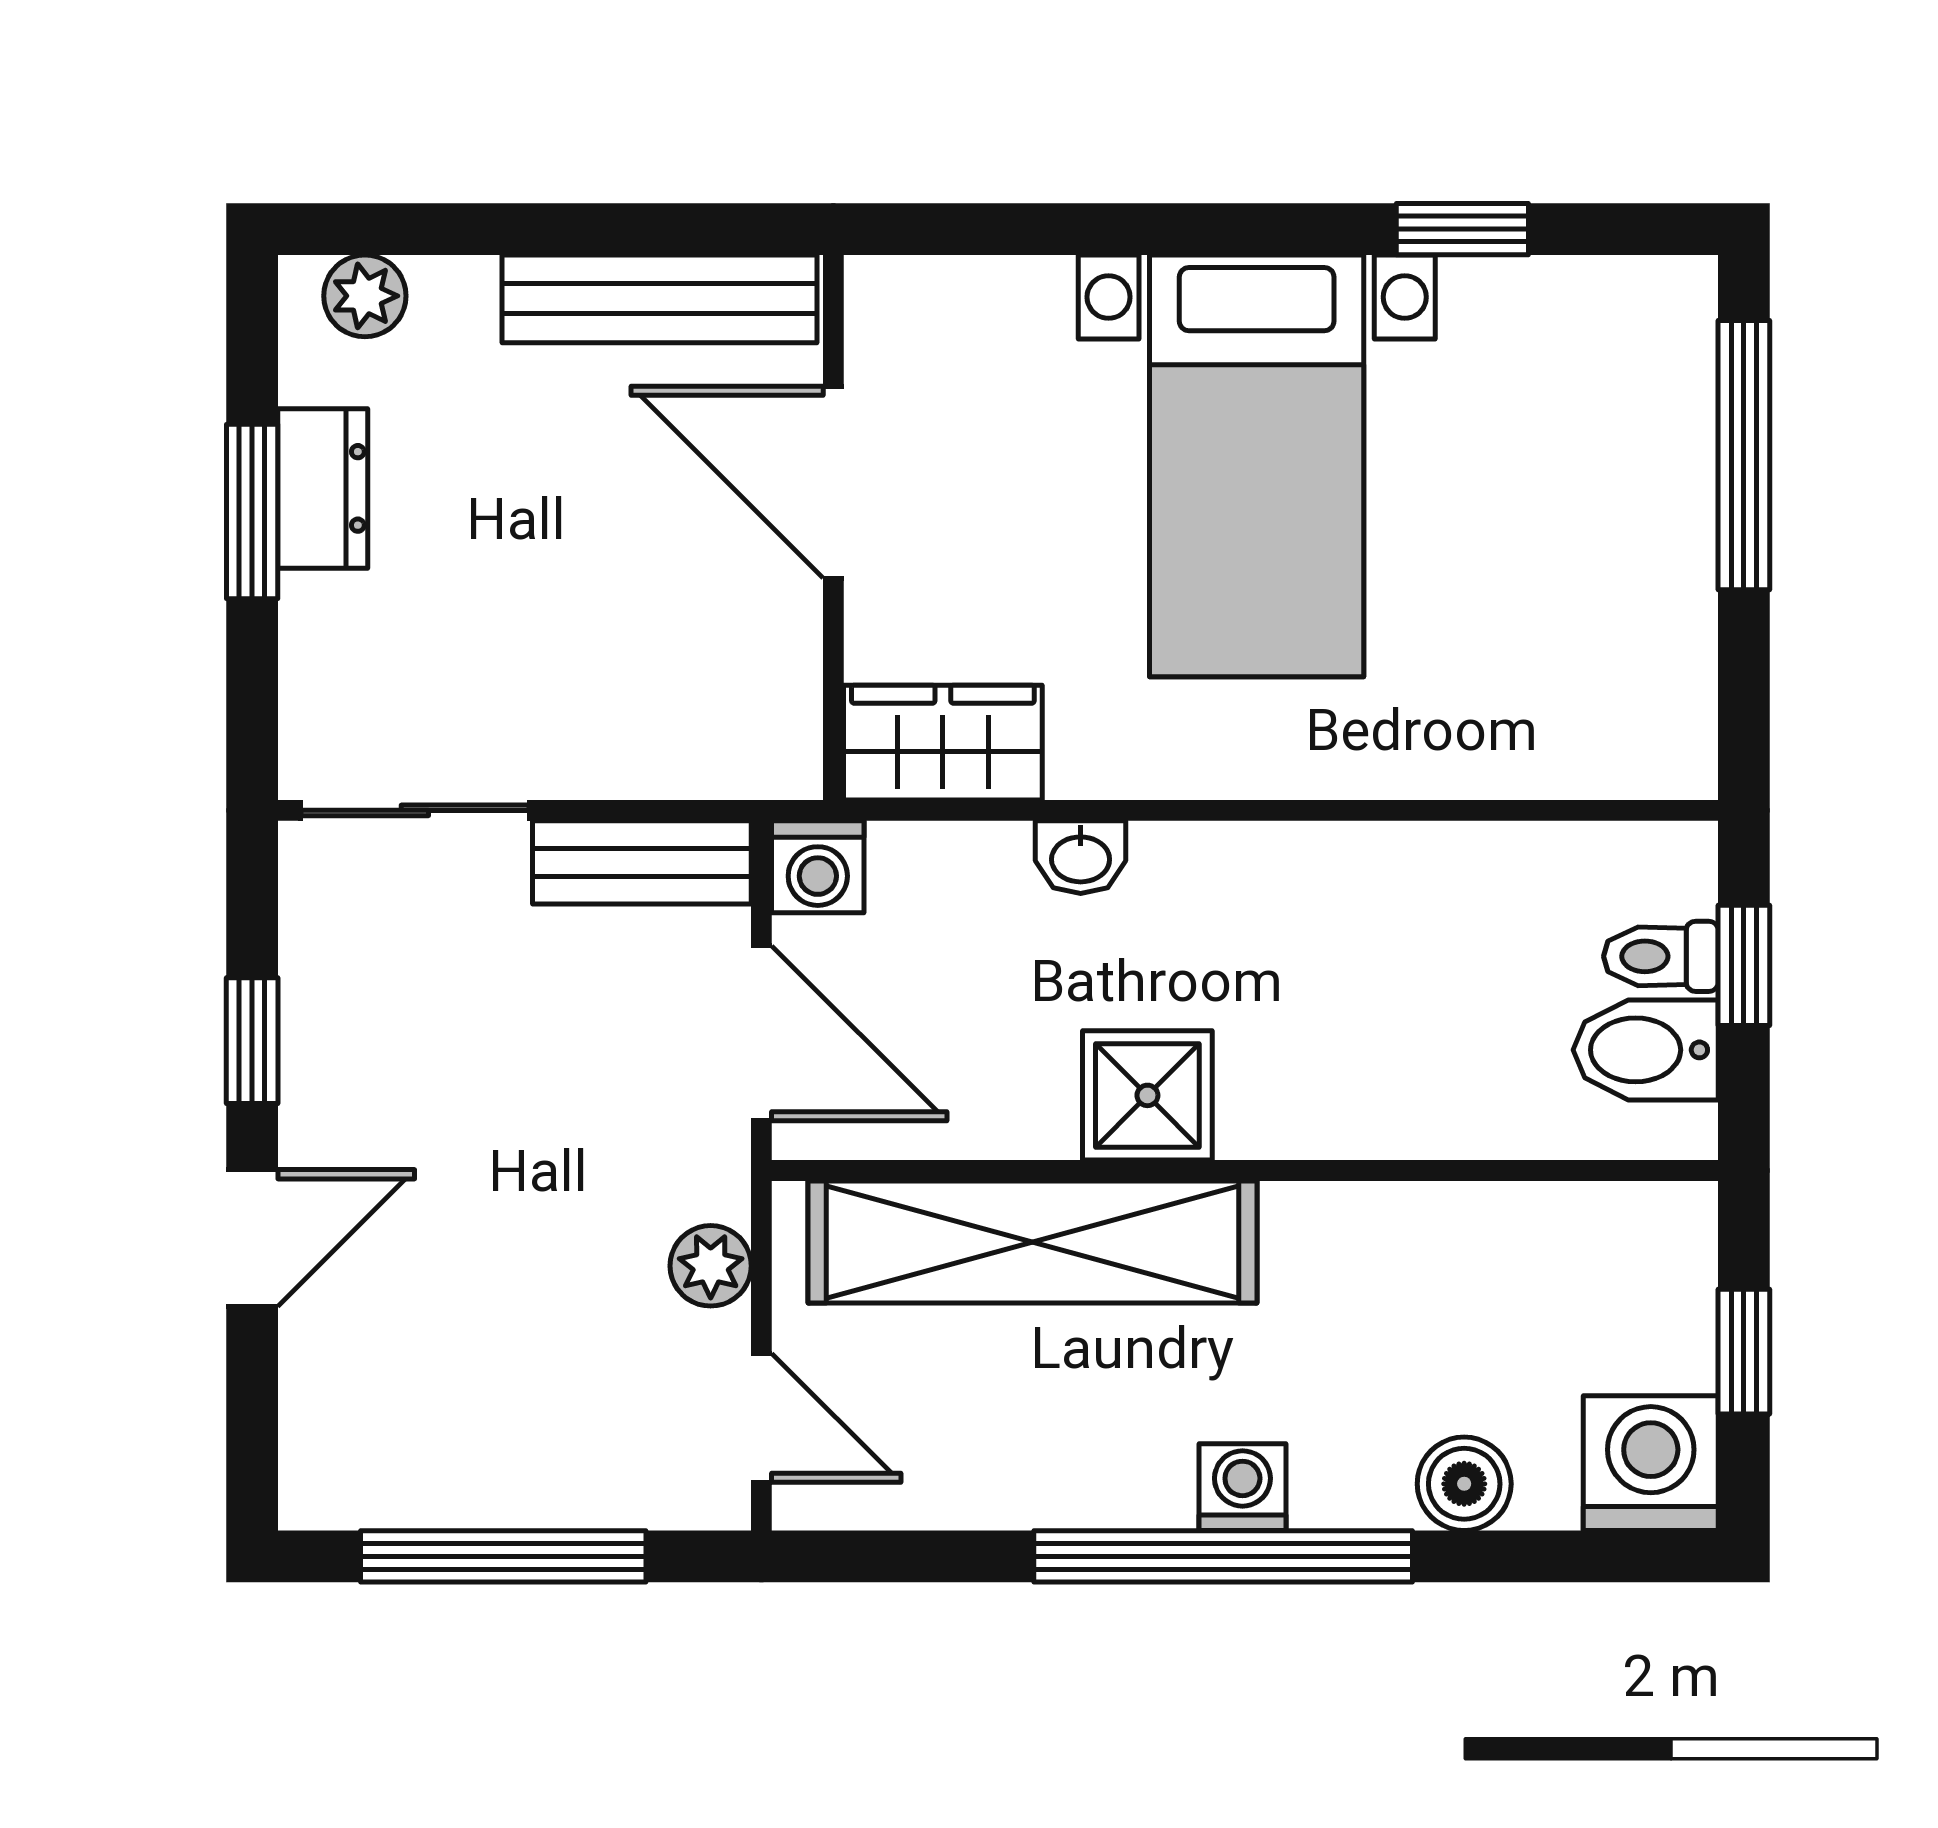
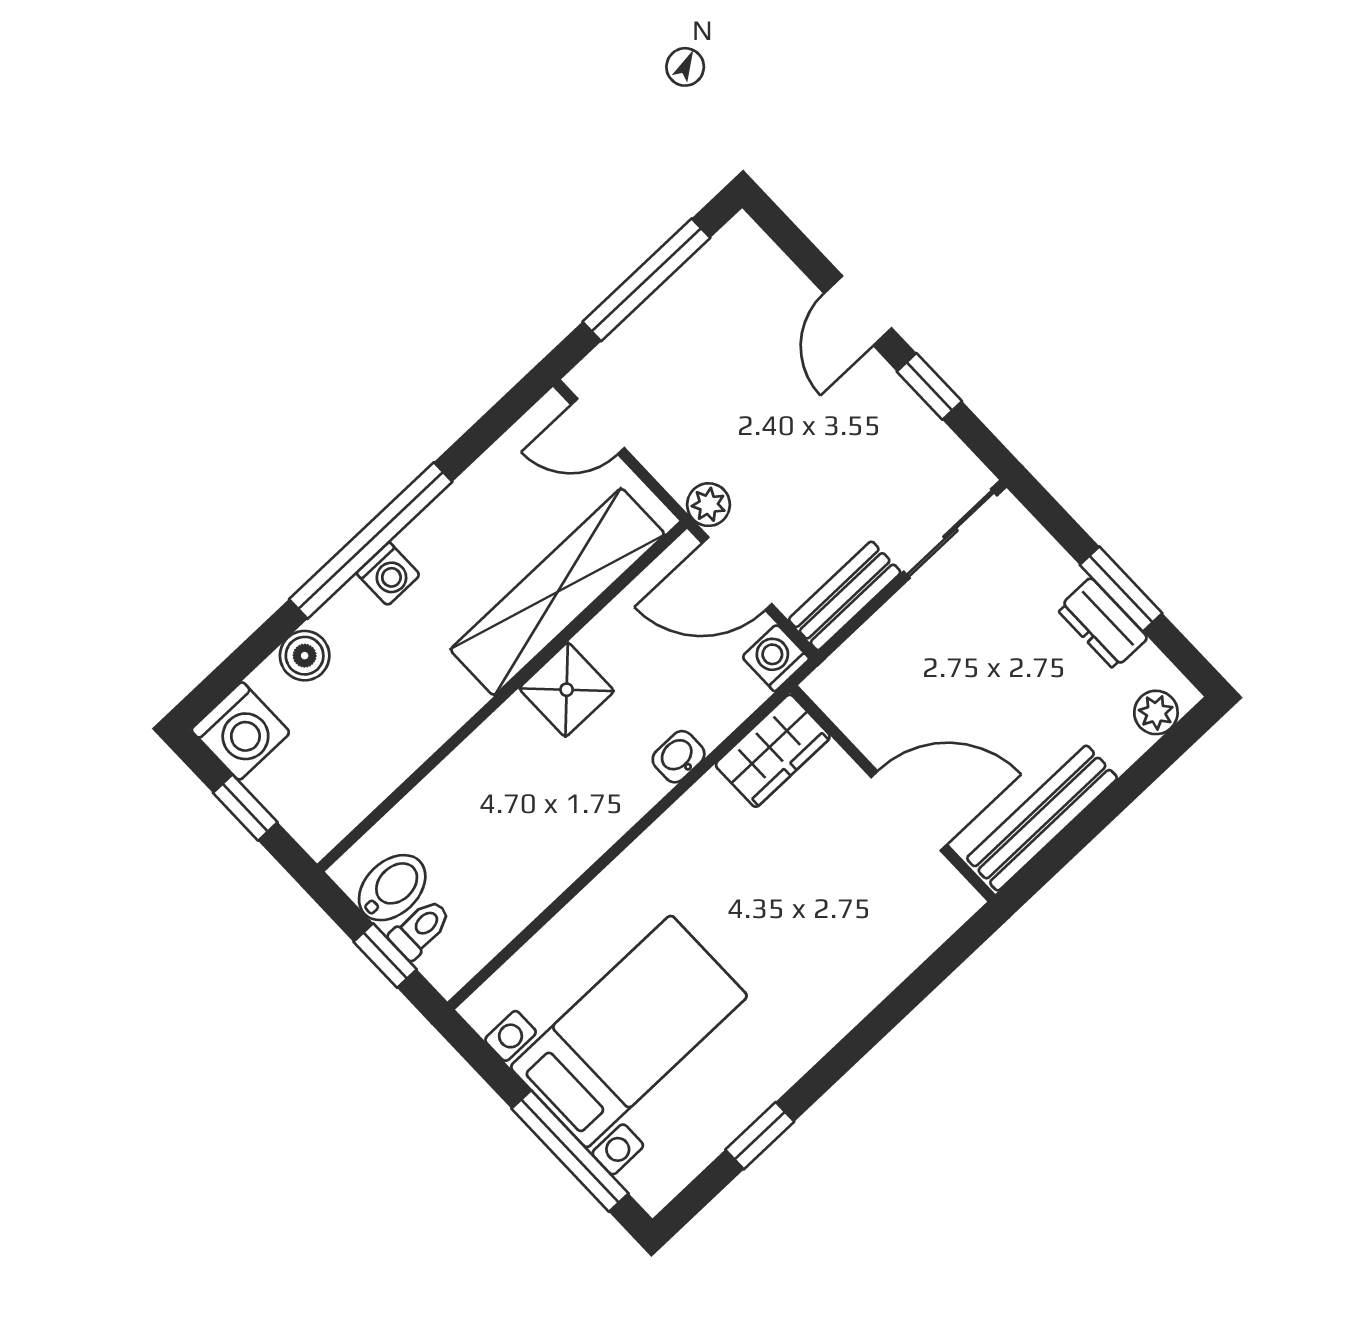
bed with nightstands: (1257, 466) -> (629, 1032), moved, turned 90
plant: (711, 1266) -> (709, 505), moved

